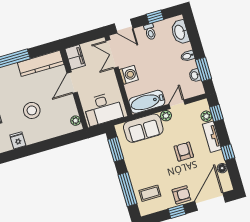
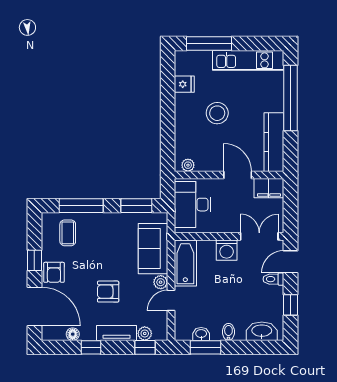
toilet: (150, 32) -> (273, 279), moved
door: (177, 104) -> (171, 300), swing flipped
armchair: (184, 152) -> (108, 292), turned 180

